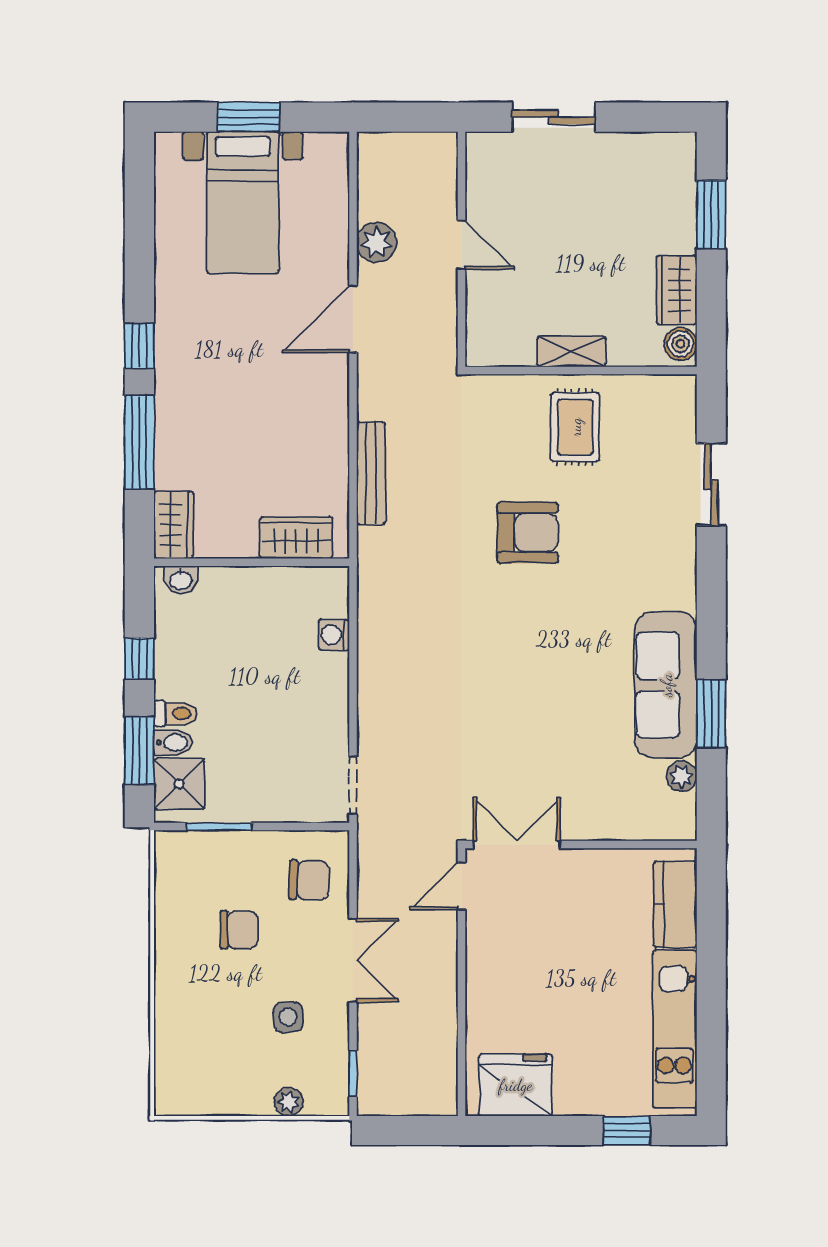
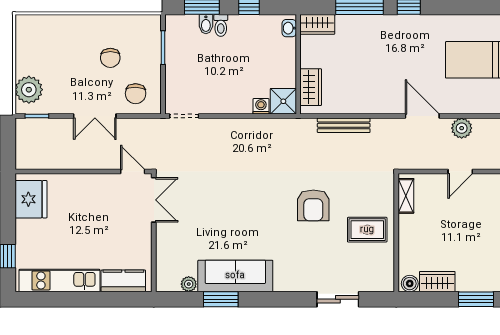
shelving: (571, 351) -> (406, 196), moved
shower: (179, 784) -> (283, 101), moved
side table: (288, 1017) -> (66, 83), removed
plant: (289, 1102) -> (29, 90), width x1.88, depth x1.88

